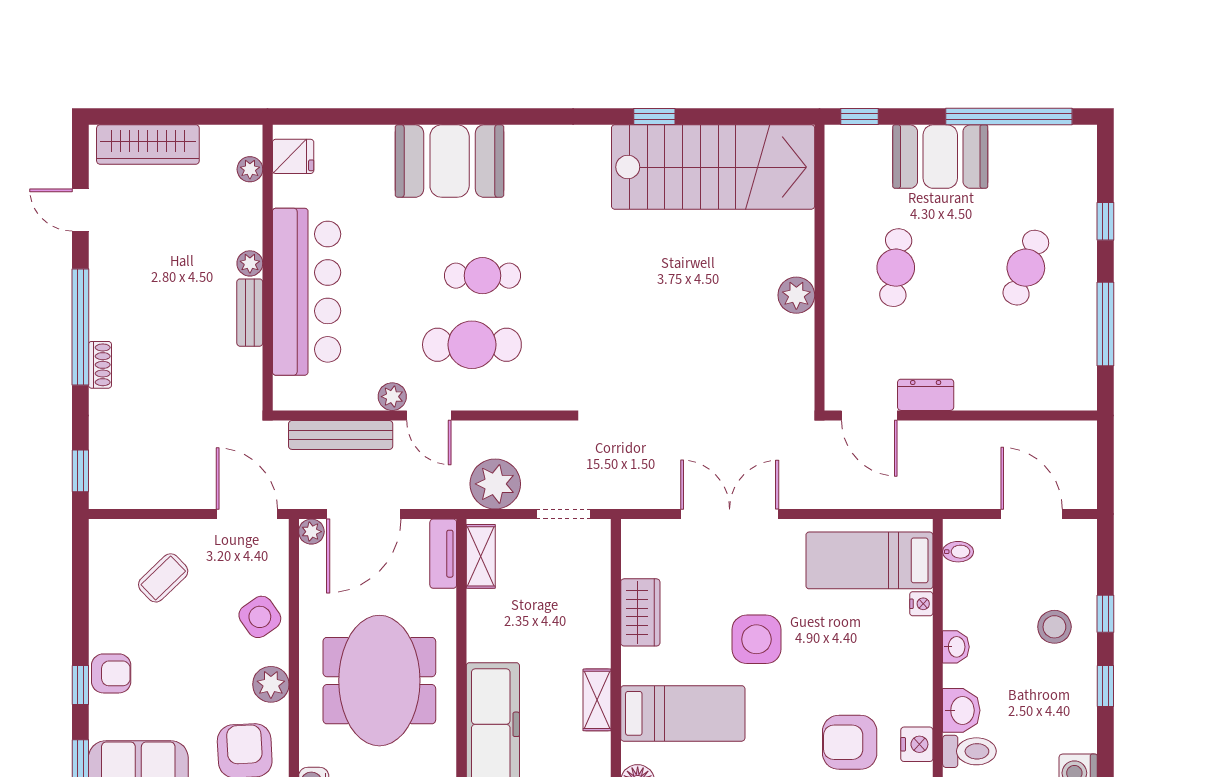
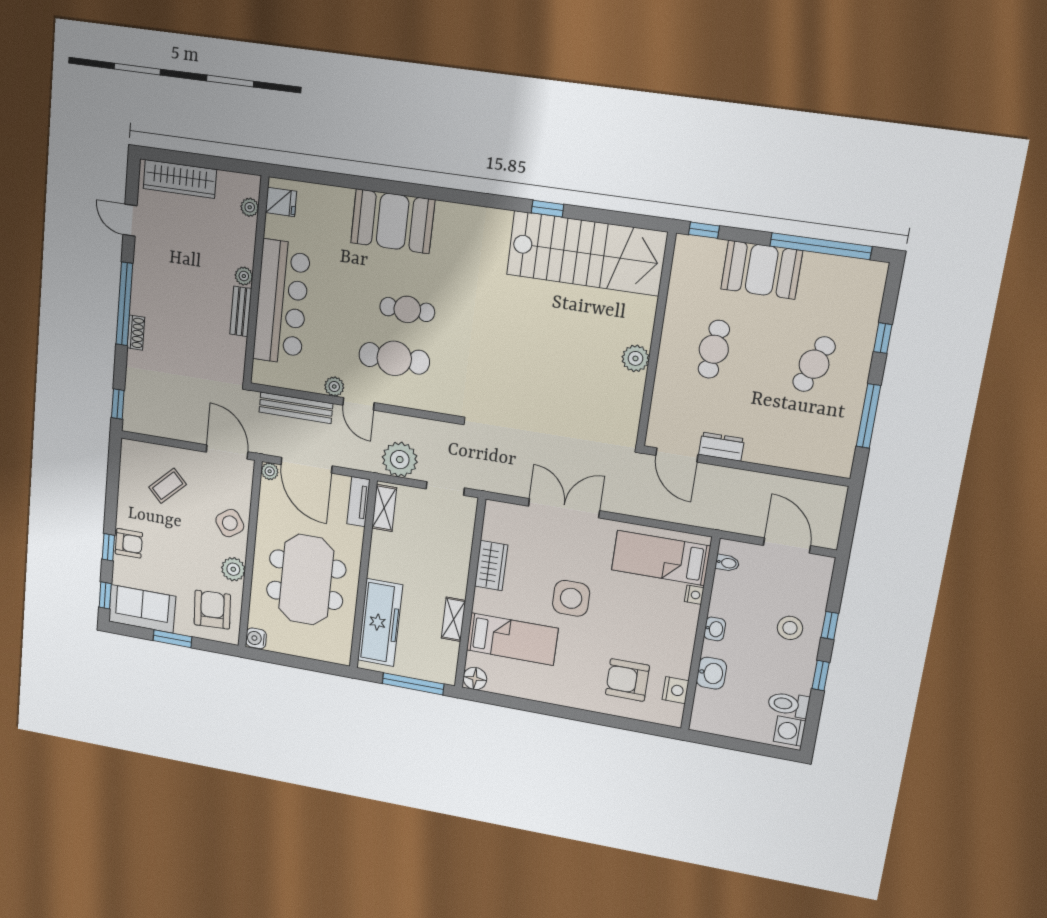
door: (364, 514) -> (306, 465), hinge flipped
toilet: (969, 751) -> (789, 704), moved, turned 180

